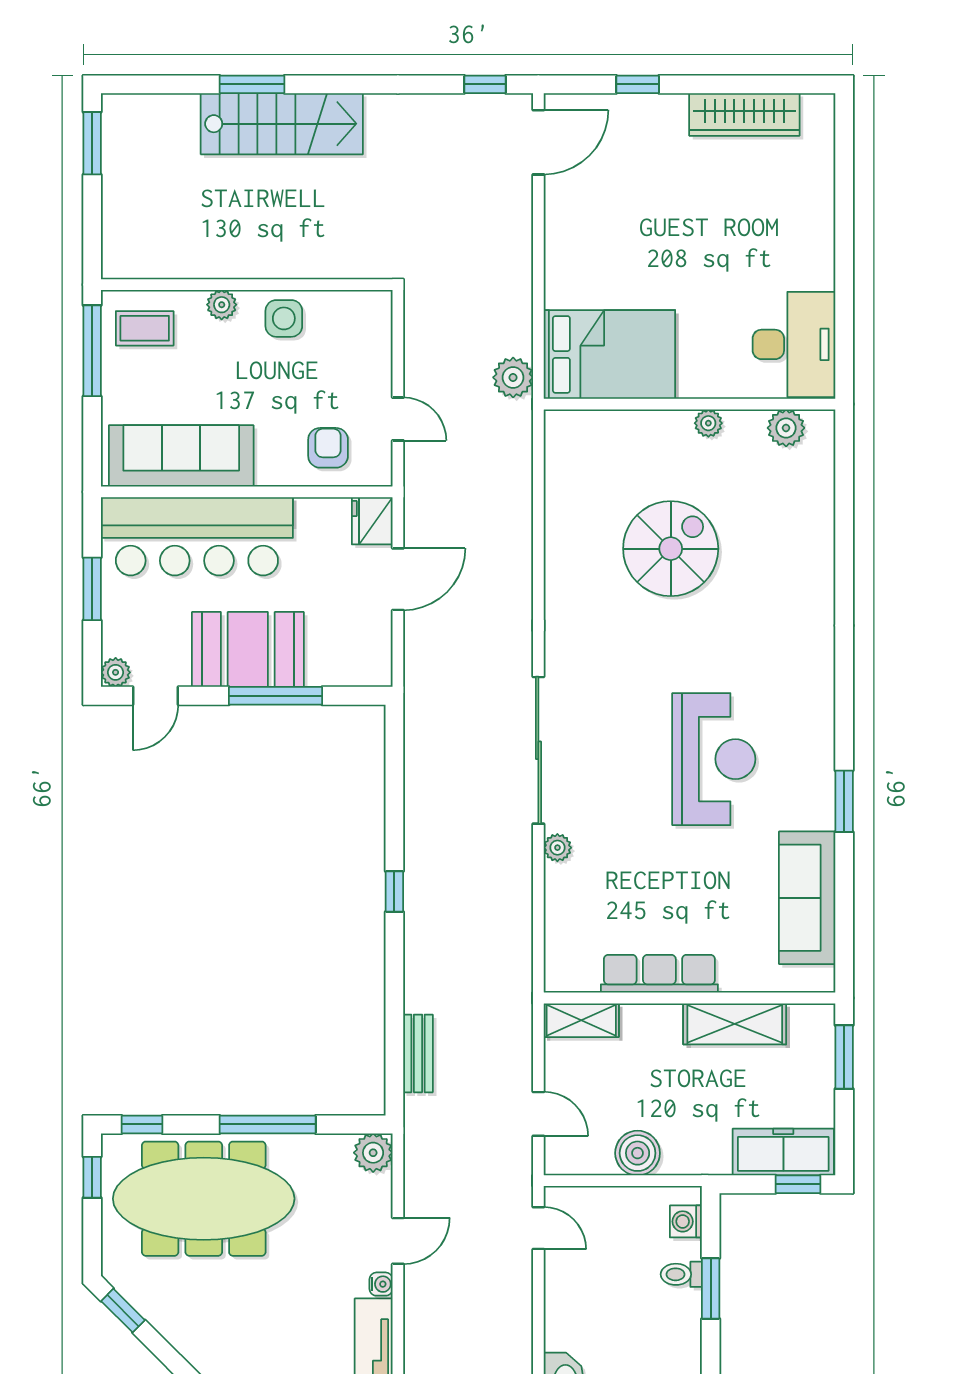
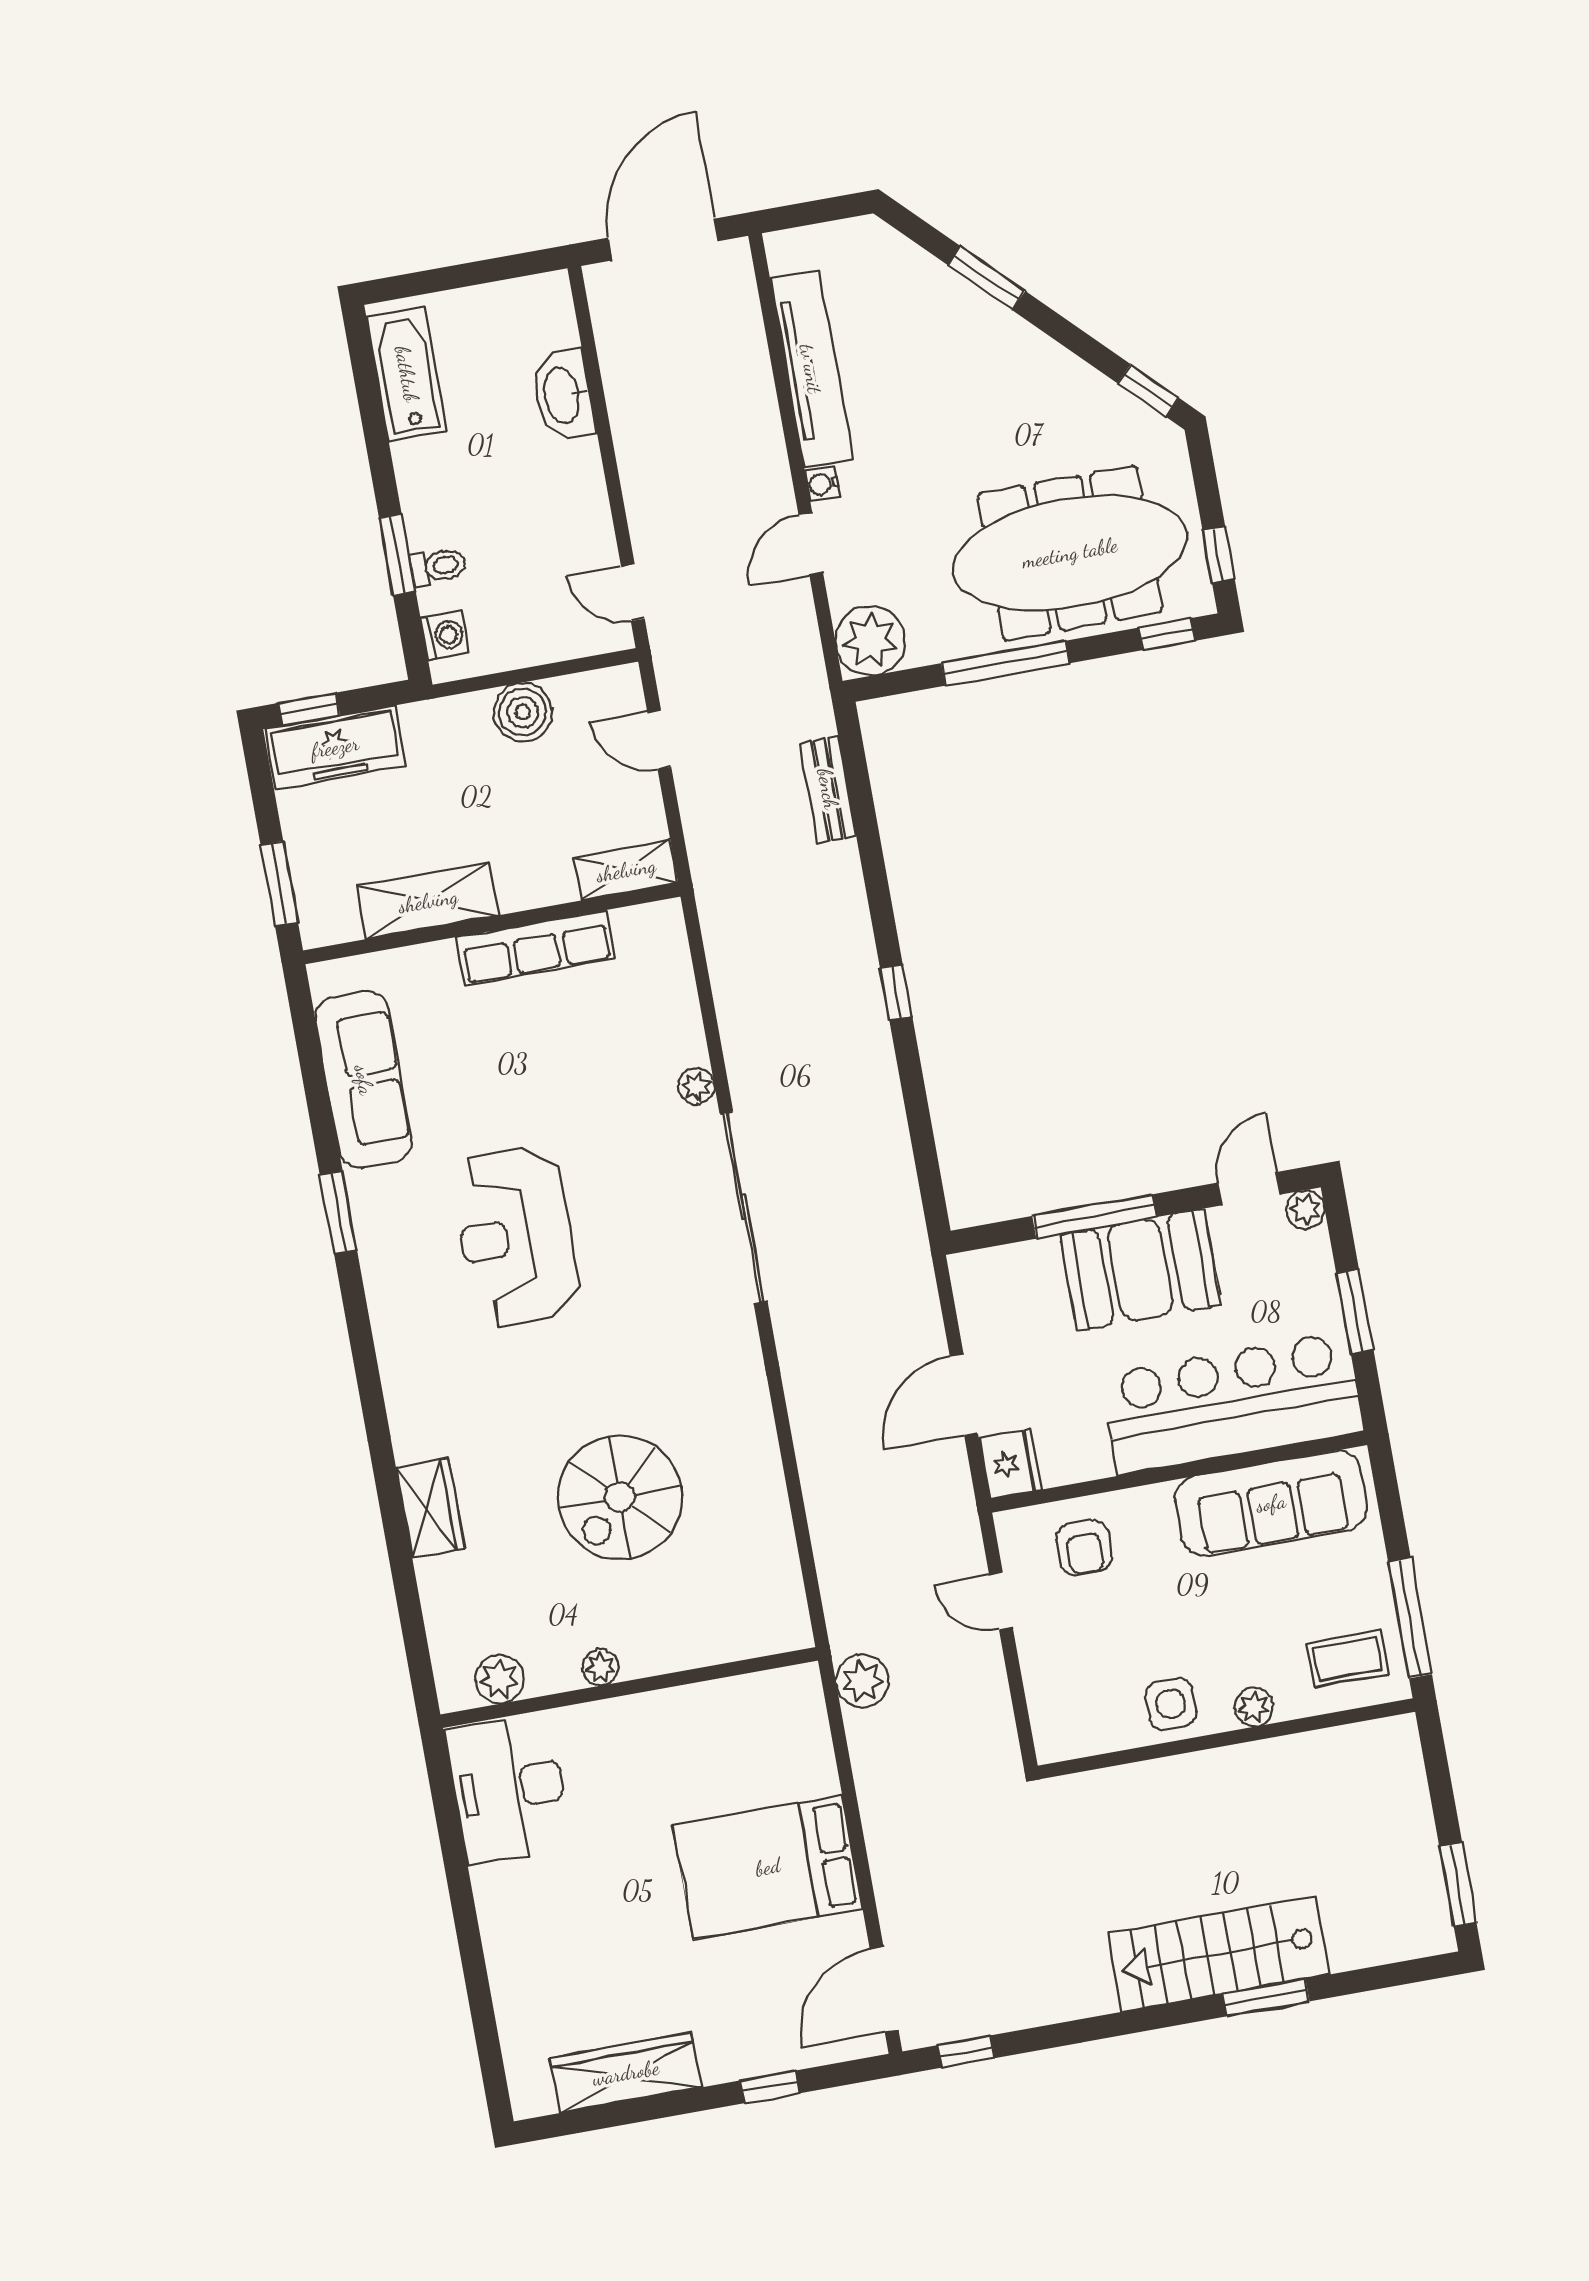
bed: (609, 354) -> (768, 1867), moved
wardrobe: (815, 566) -> (430, 1508), added
plant: (373, 1153) -> (870, 641), width x1.36, depth x1.36

